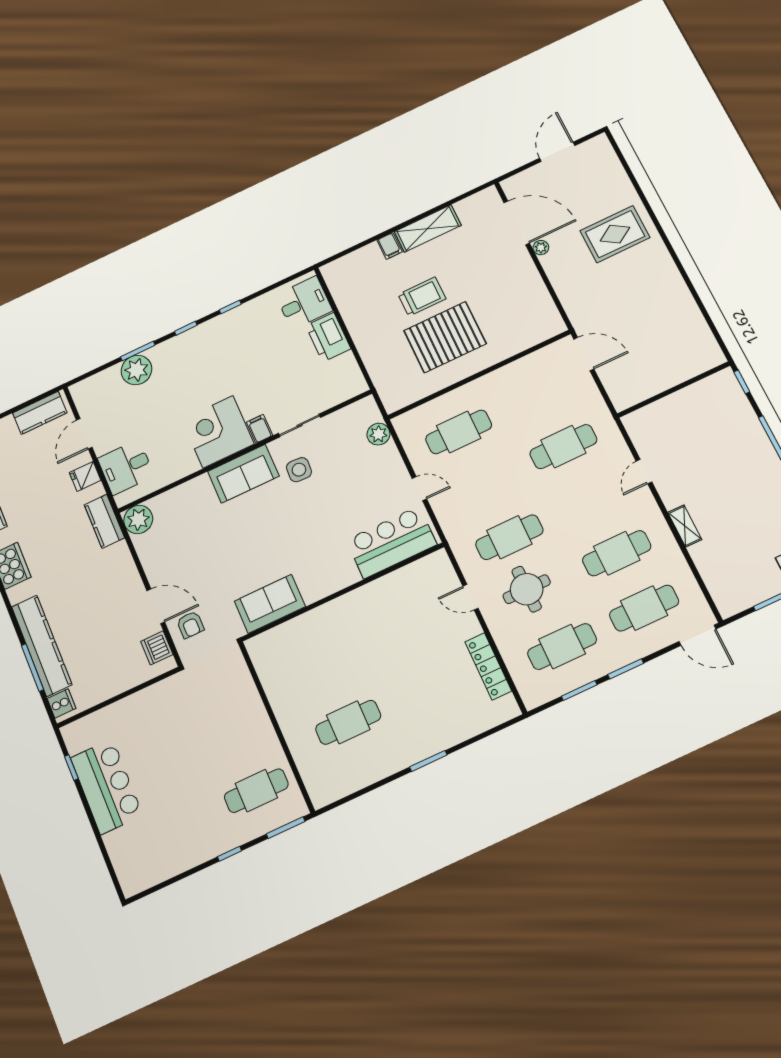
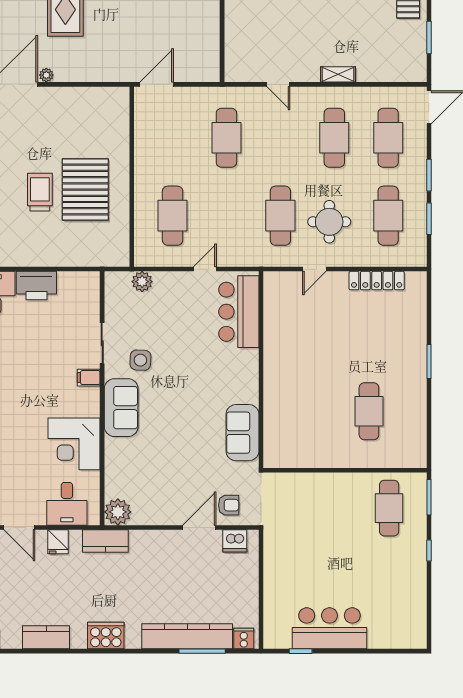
corner desk: (218, 432) -> (74, 444), moved

